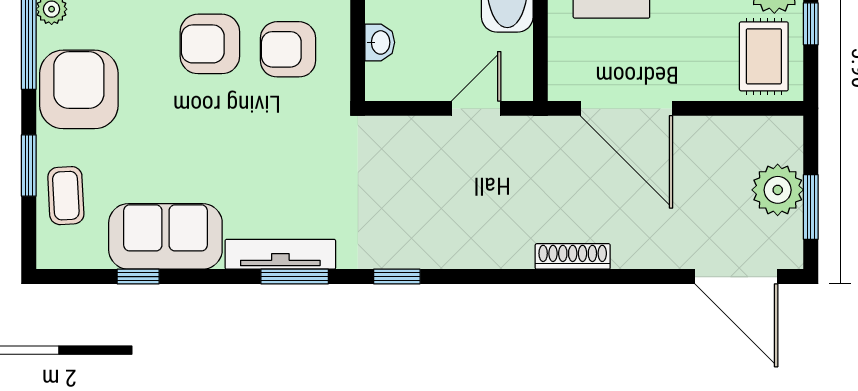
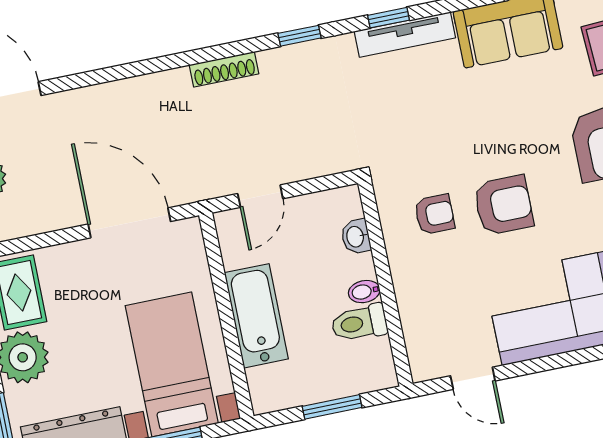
armchair: (288, 49) -> (435, 214), width x0.72, depth x0.72
shoe rack: (573, 256) -> (224, 69), moved
window: (295, 277) -> (389, 18), width x0.67

